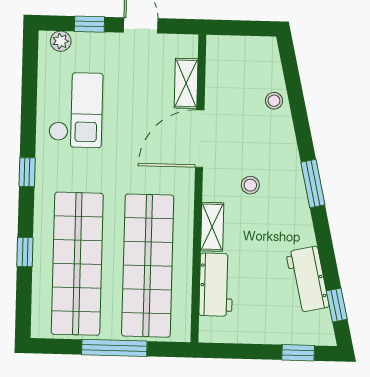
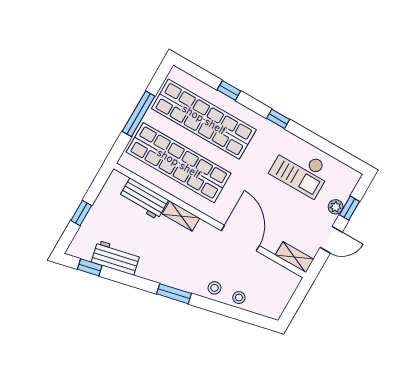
plant: (61, 41) -> (336, 207), moved
shelving: (186, 83) -> (295, 257), moved
stool: (250, 185) -> (215, 288), moved
window: (298, 353) -> (81, 213), moved

